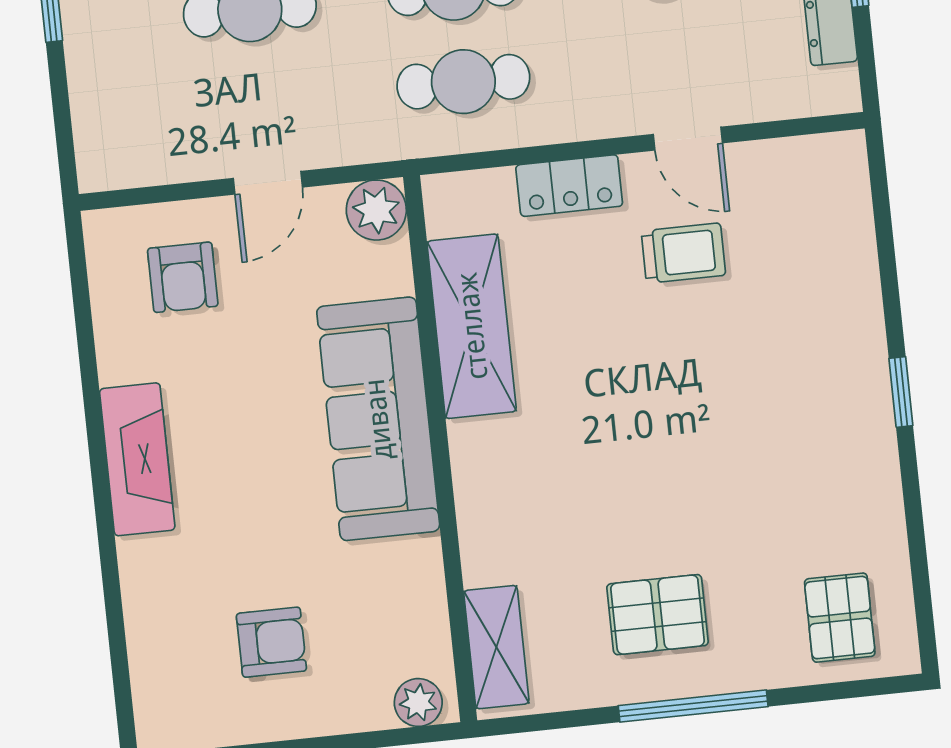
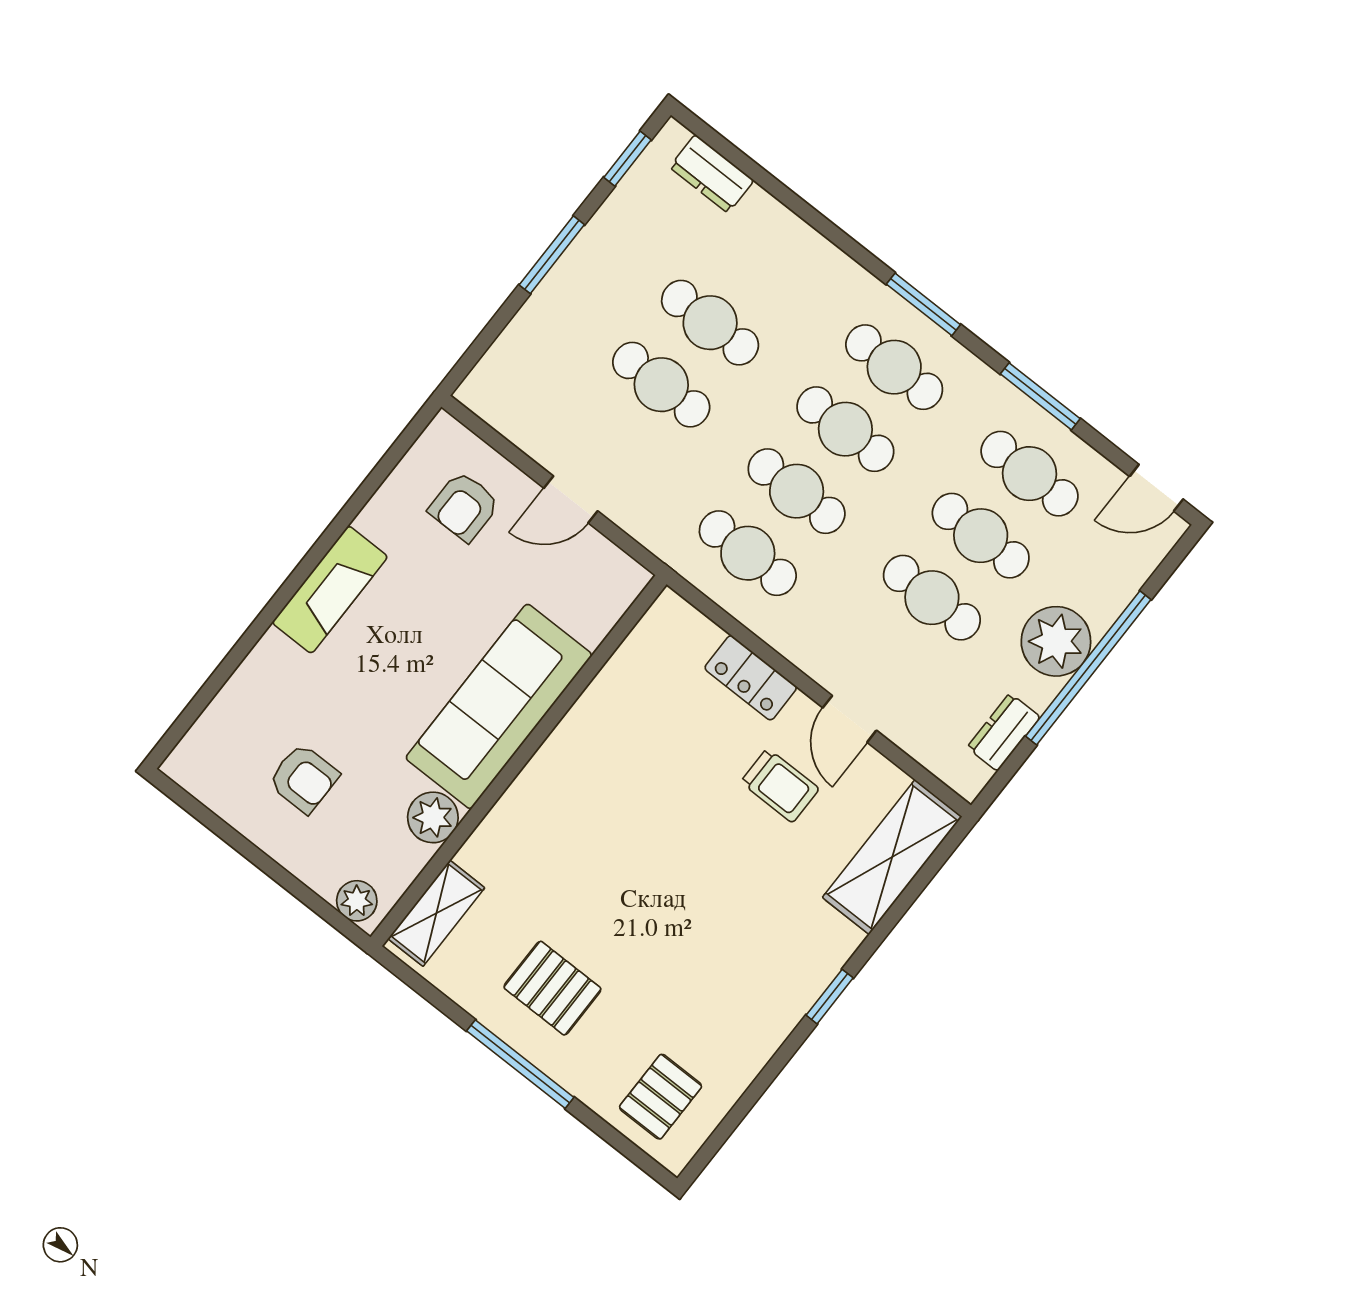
plant: (376, 210) -> (433, 817), moved
shelving: (472, 326) -> (892, 857), moved

